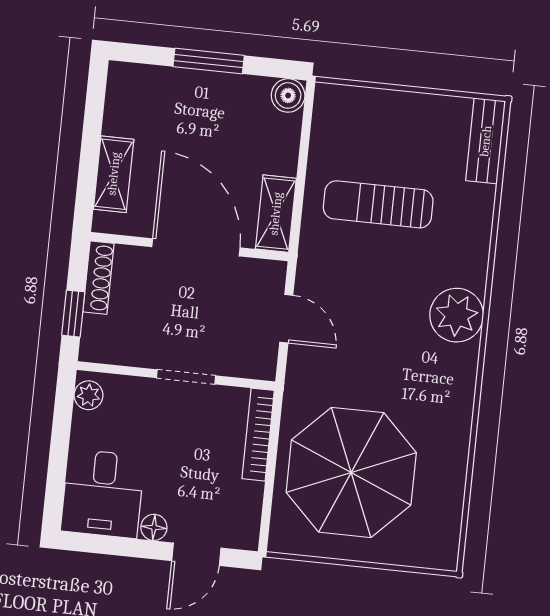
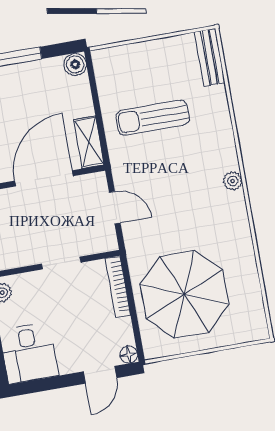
door: (196, 247) -> (44, 178), hinge flipped
plant: (457, 315) -> (233, 181), width x0.53, depth x0.53
floor lamp: (154, 527) -> (129, 355), moved

